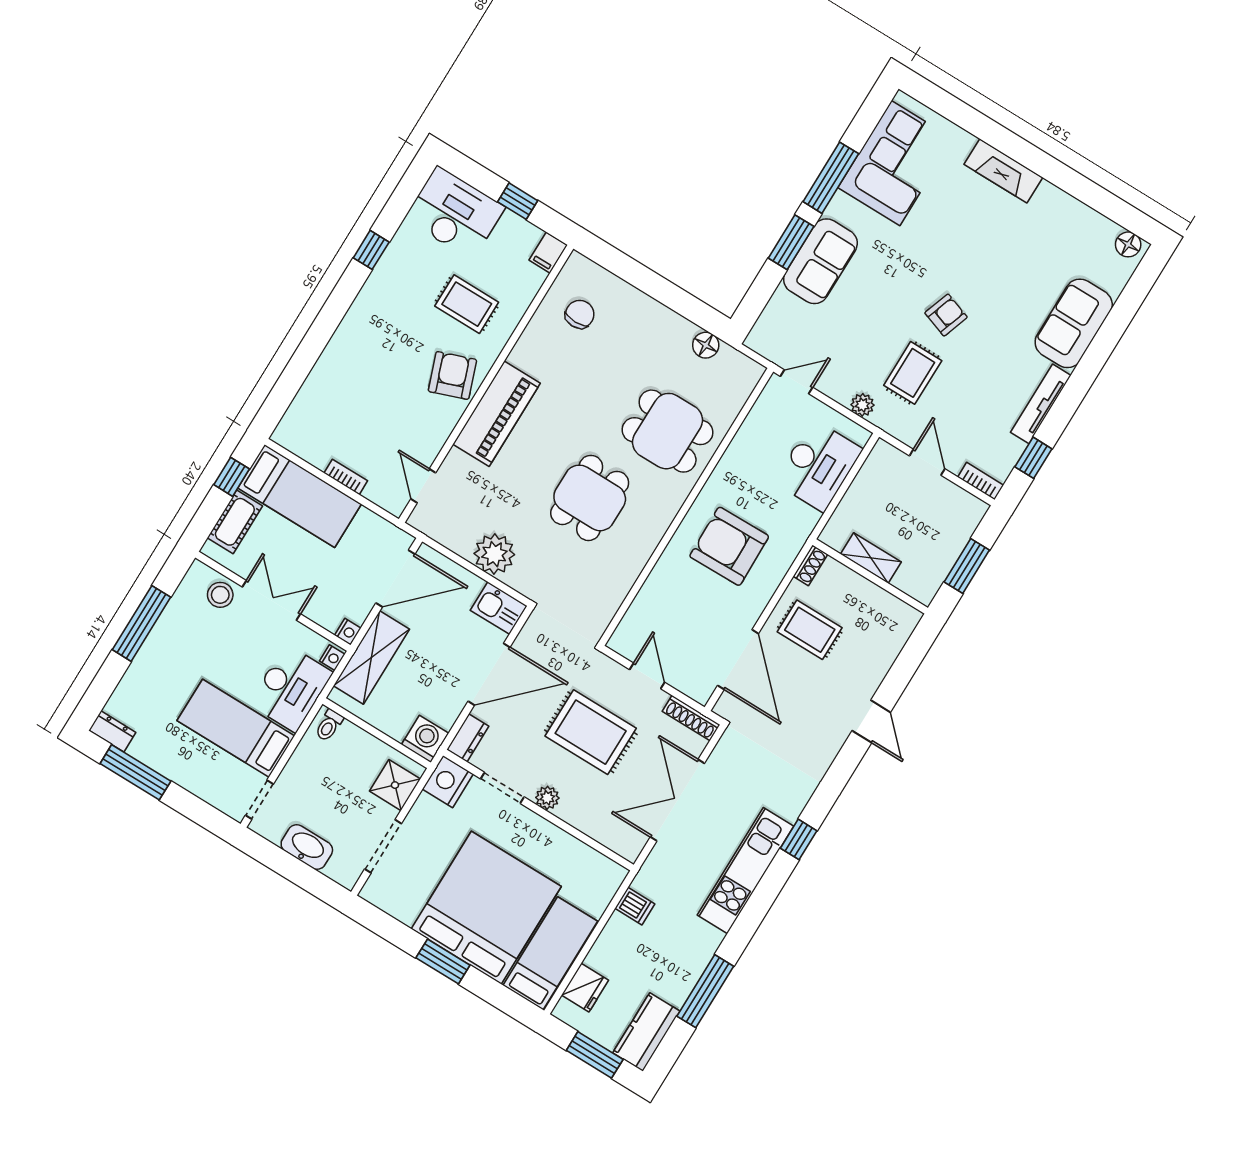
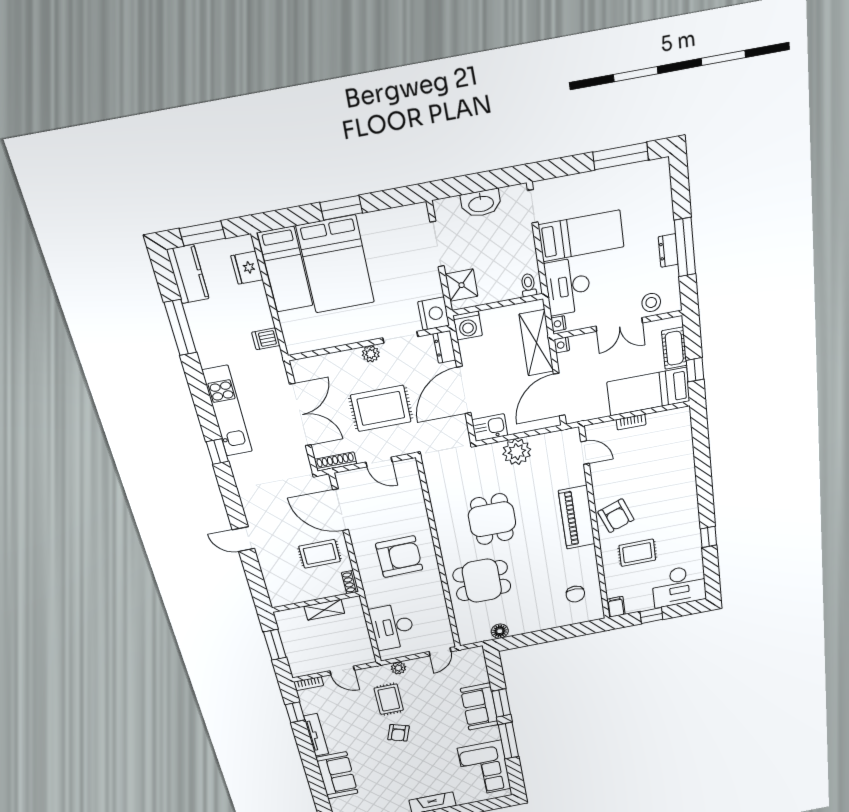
dresser: (112, 731) -> (668, 251), moved, turned 90
bed: (486, 908) -> (336, 264), width x0.73

